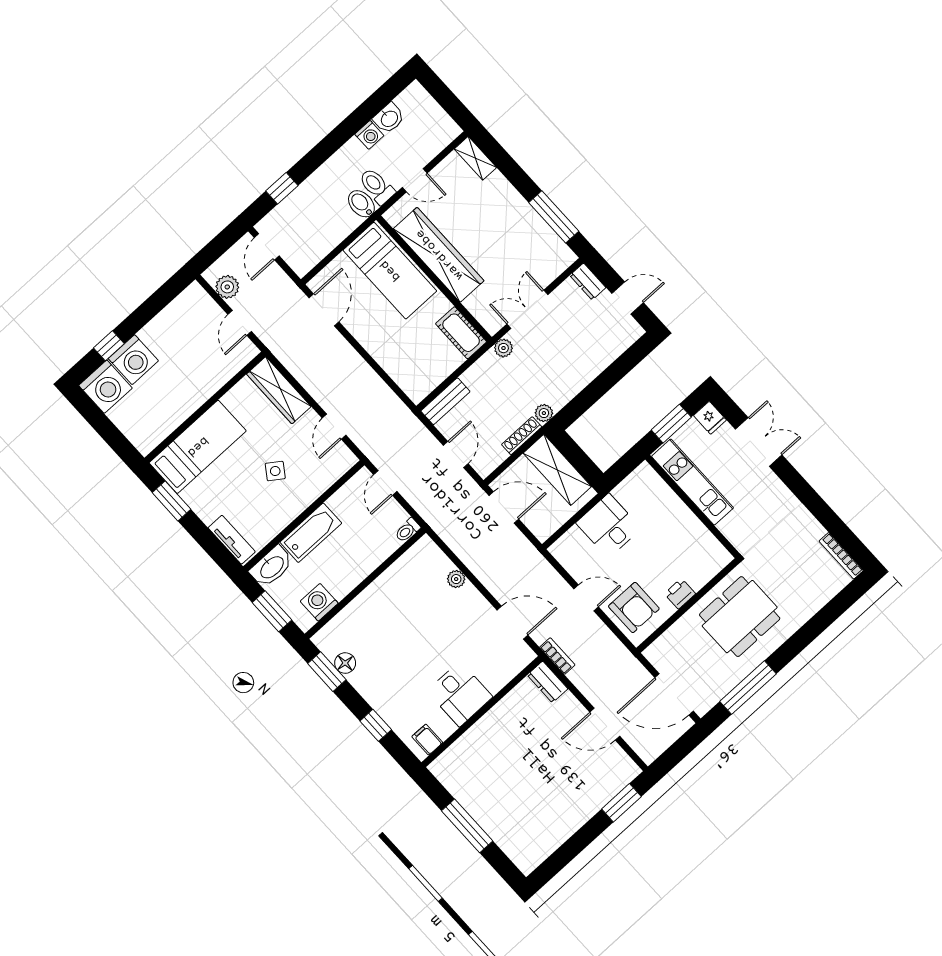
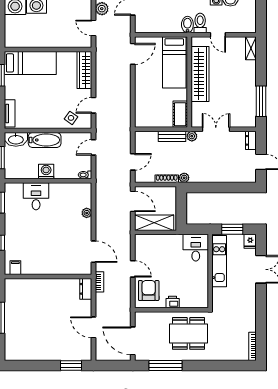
door: (240, 323) -> (93, 28), hinge flipped
bench: (445, 401) -> (172, 136), moved
shelving: (557, 470) -> (154, 223), moved, turned 90
side table: (275, 471) -> (71, 118), moved
desk: (609, 526) -> (196, 248), moved
washing machine: (319, 602) -> (46, 171), moved
armchair: (634, 607) -> (149, 290), turned 180
floor lamp: (345, 663) -> (10, 206), removed
desk: (460, 694) -> (36, 196), moved, turned 180

